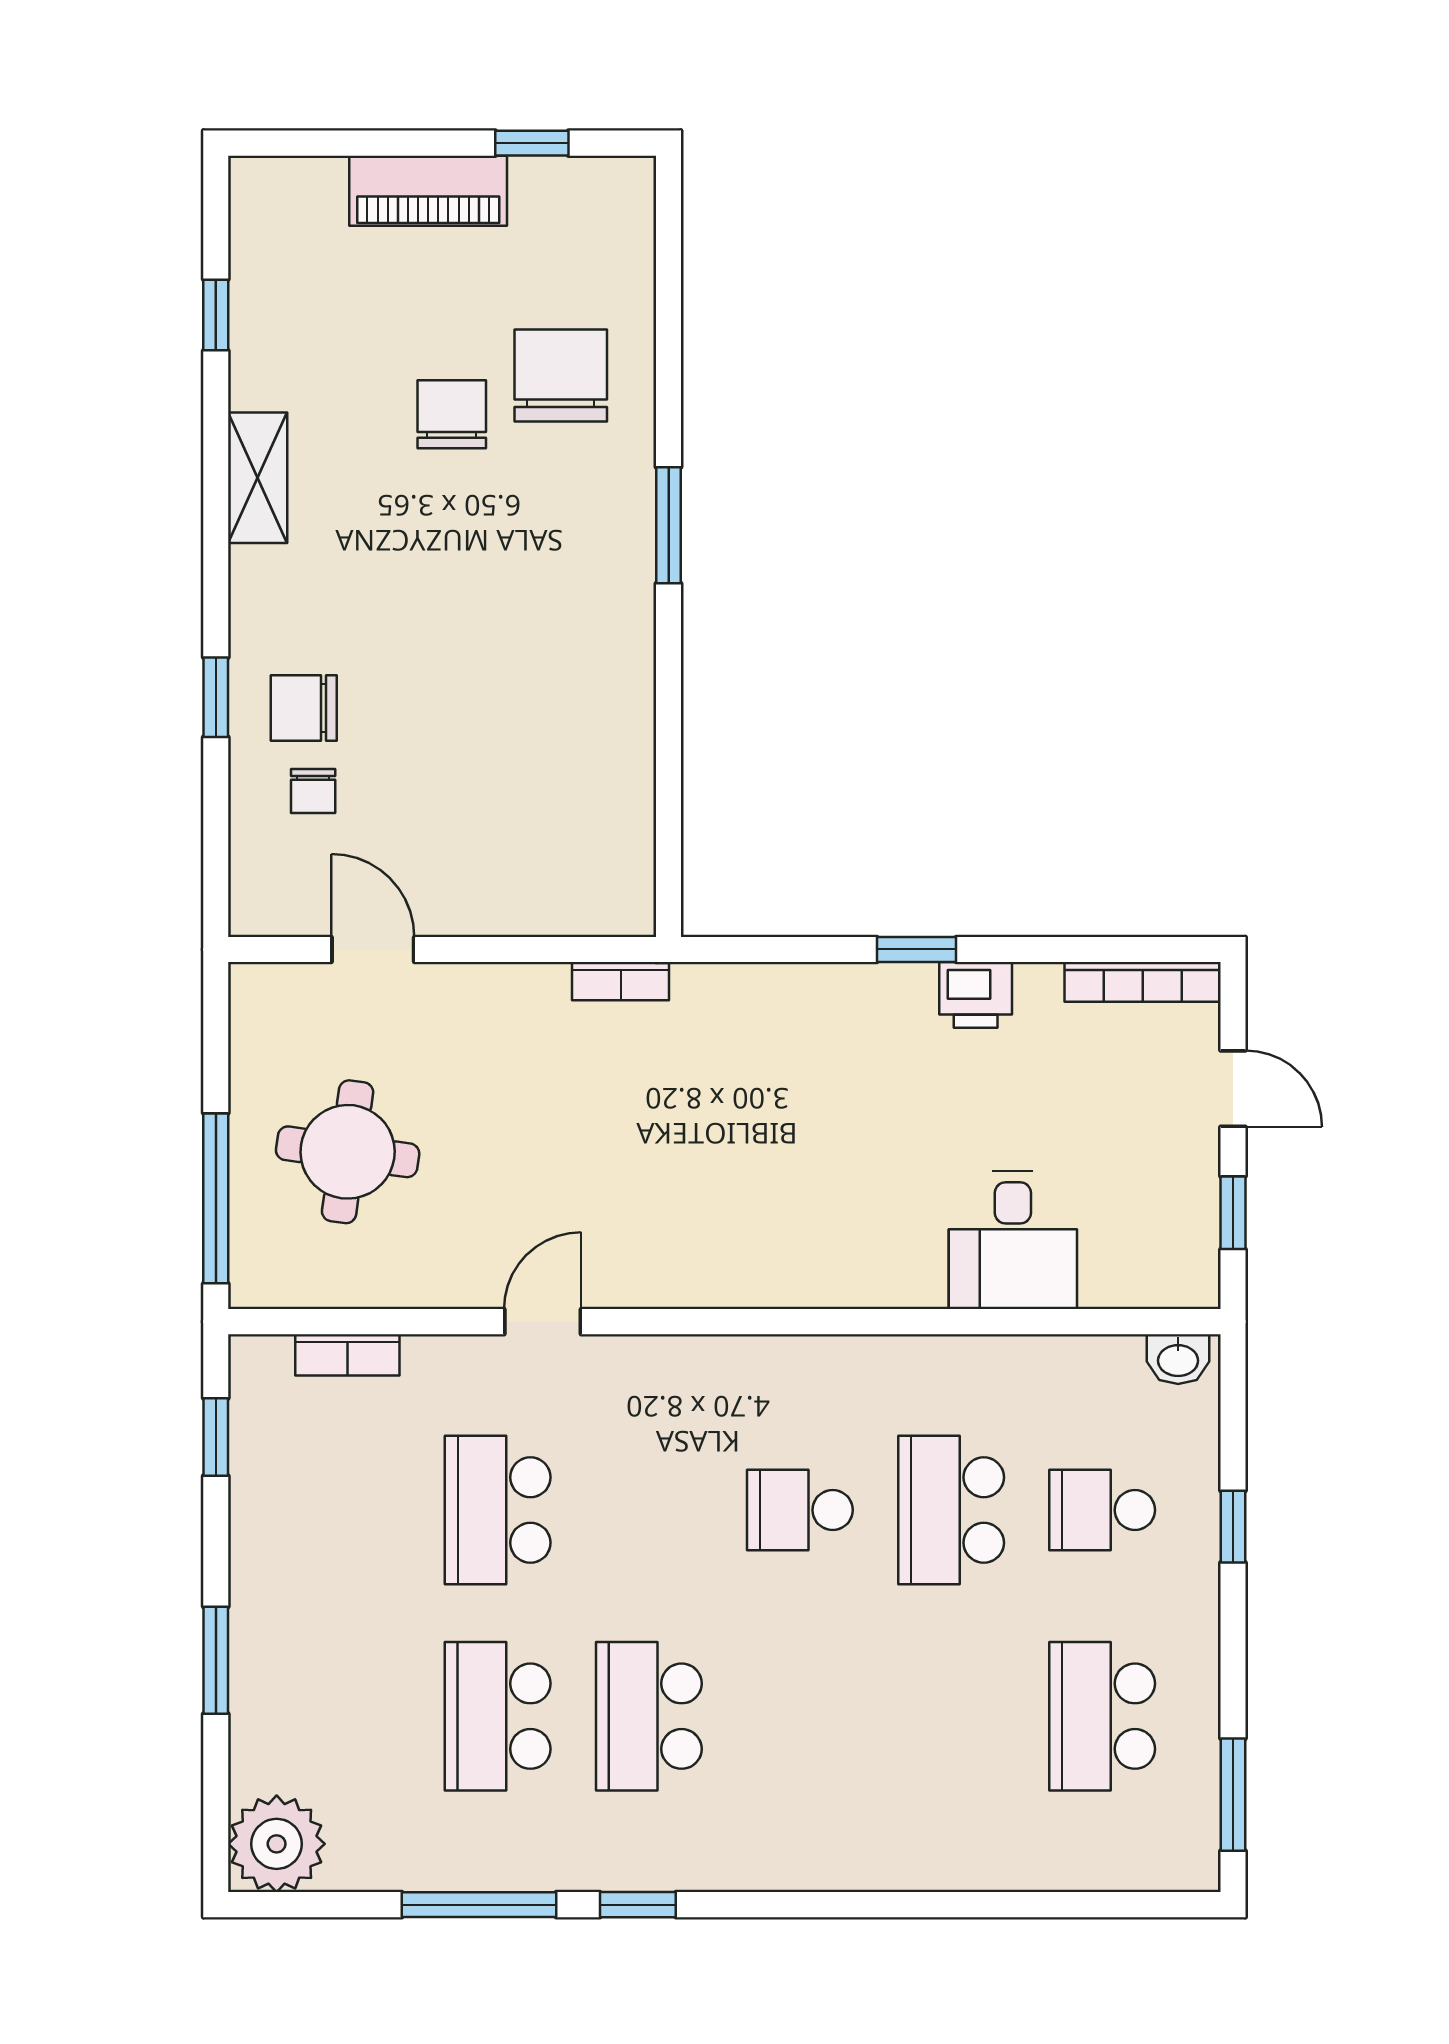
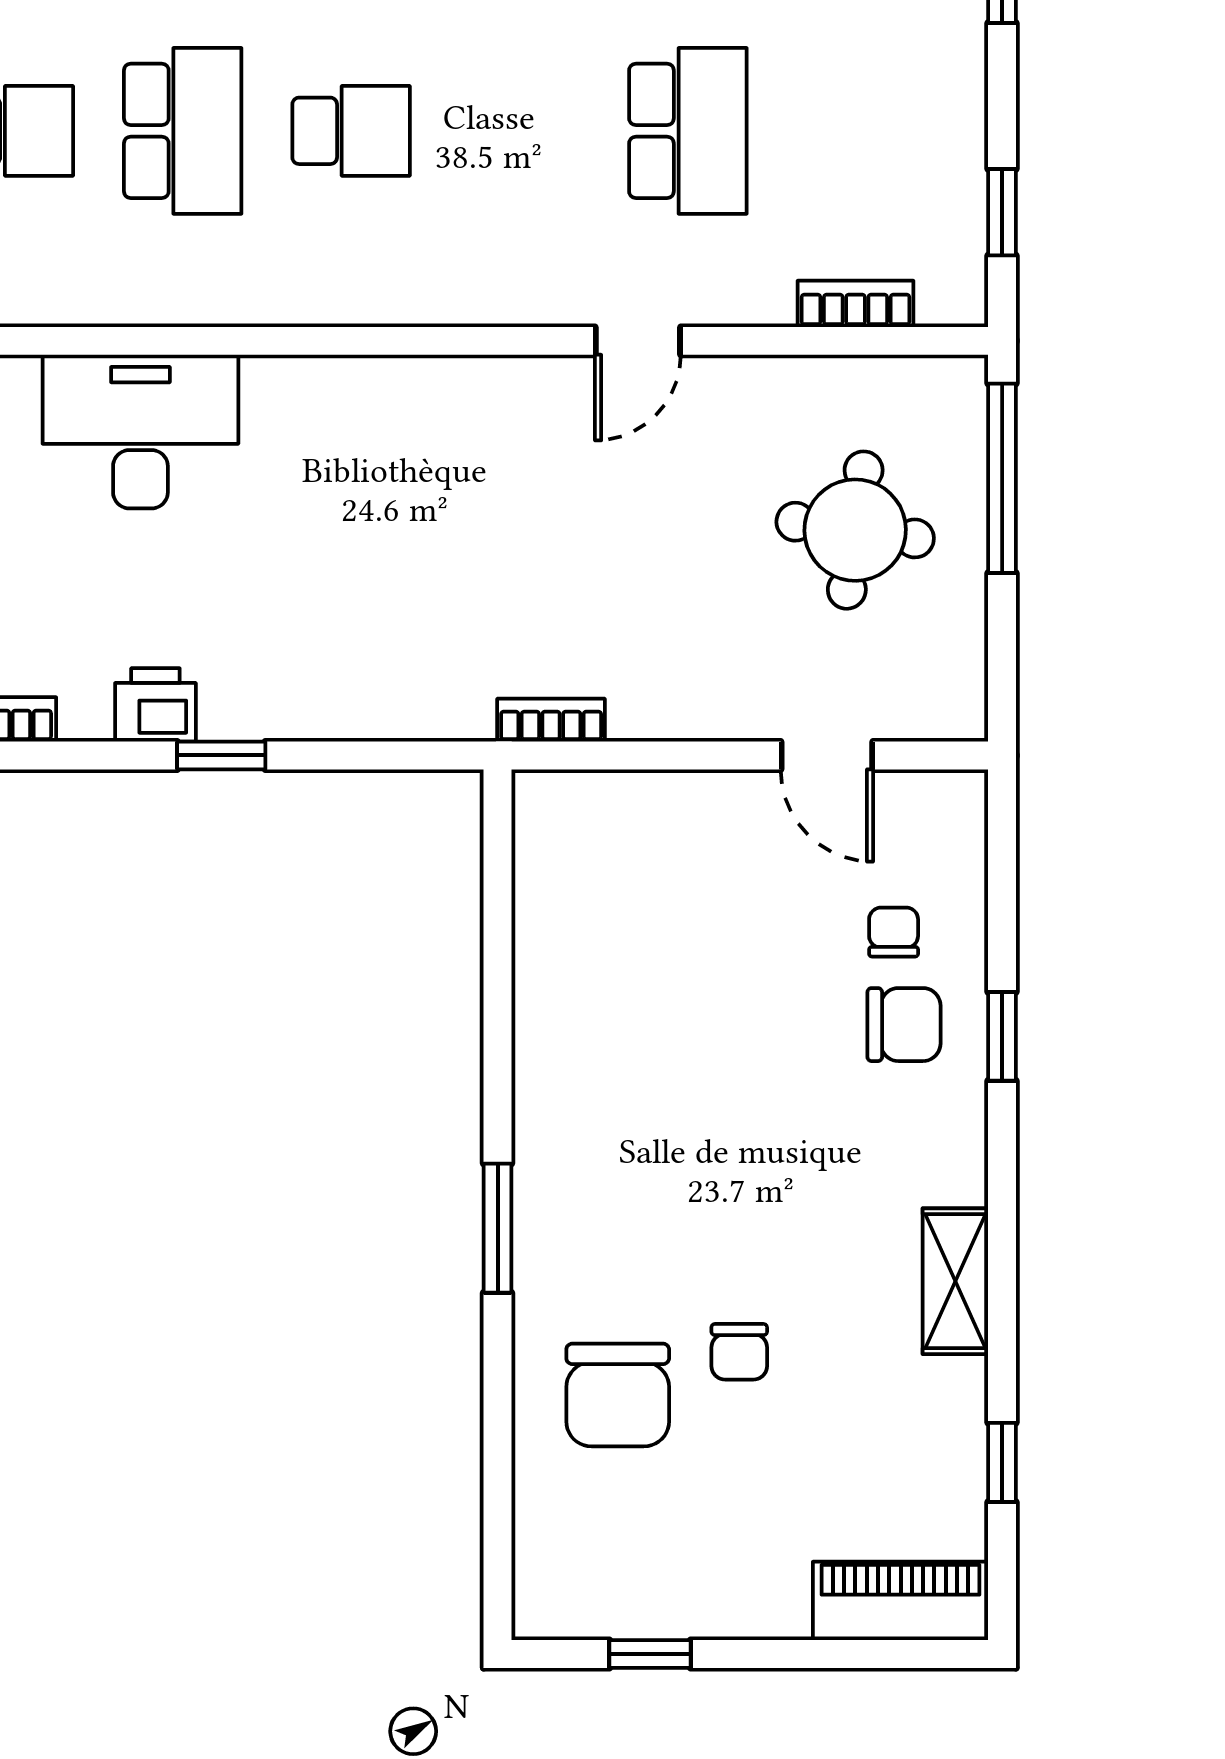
piano: (428, 191) -> (901, 1601), moved
chair: (452, 414) -> (739, 1352), width x0.73, depth x0.73
desk: (1013, 1240) -> (140, 432), width x1.37

